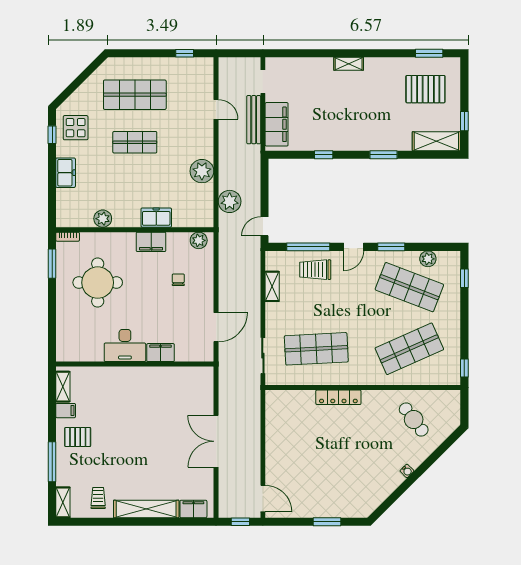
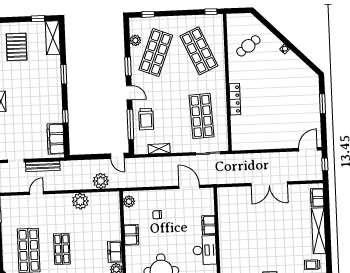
filing cabinet: (277, 124) -> (56, 139), moved, turned -90
freezer: (156, 218) -> (115, 252), moved

